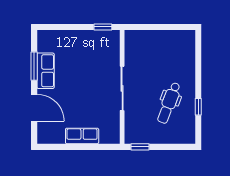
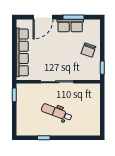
chair: (79, 46) -> (88, 50), added
dental chair: (169, 103) -> (57, 112), moved
row of seats: (82, 136) -> (22, 52), width x2.02

